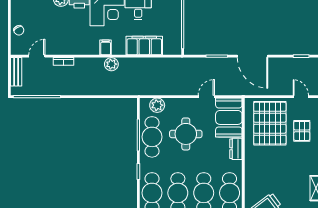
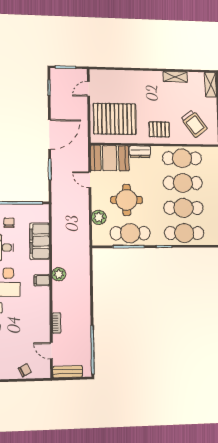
chair: (163, 15) -> (9, 223), added
plant: (157, 105) -> (99, 217), moved
pallet: (302, 131) -> (159, 129), moved

